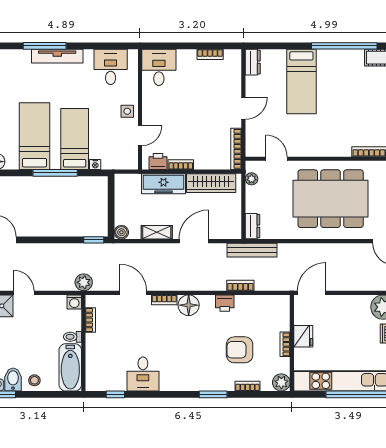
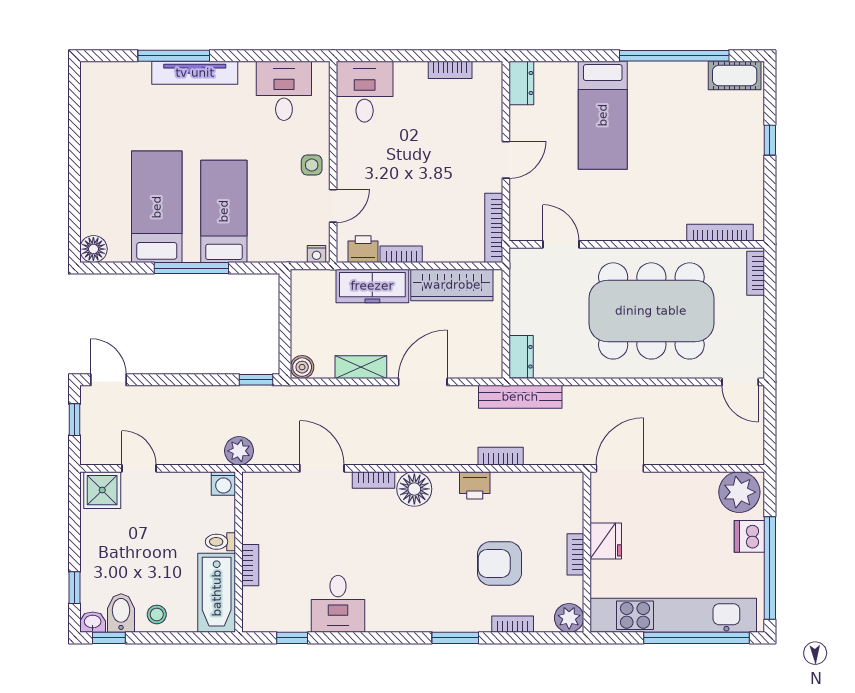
nightstand: (95, 164) -> (317, 254), moved
plant: (252, 179) -> (519, 278), removed
bookcase: (90, 320) -> (250, 565), moved

